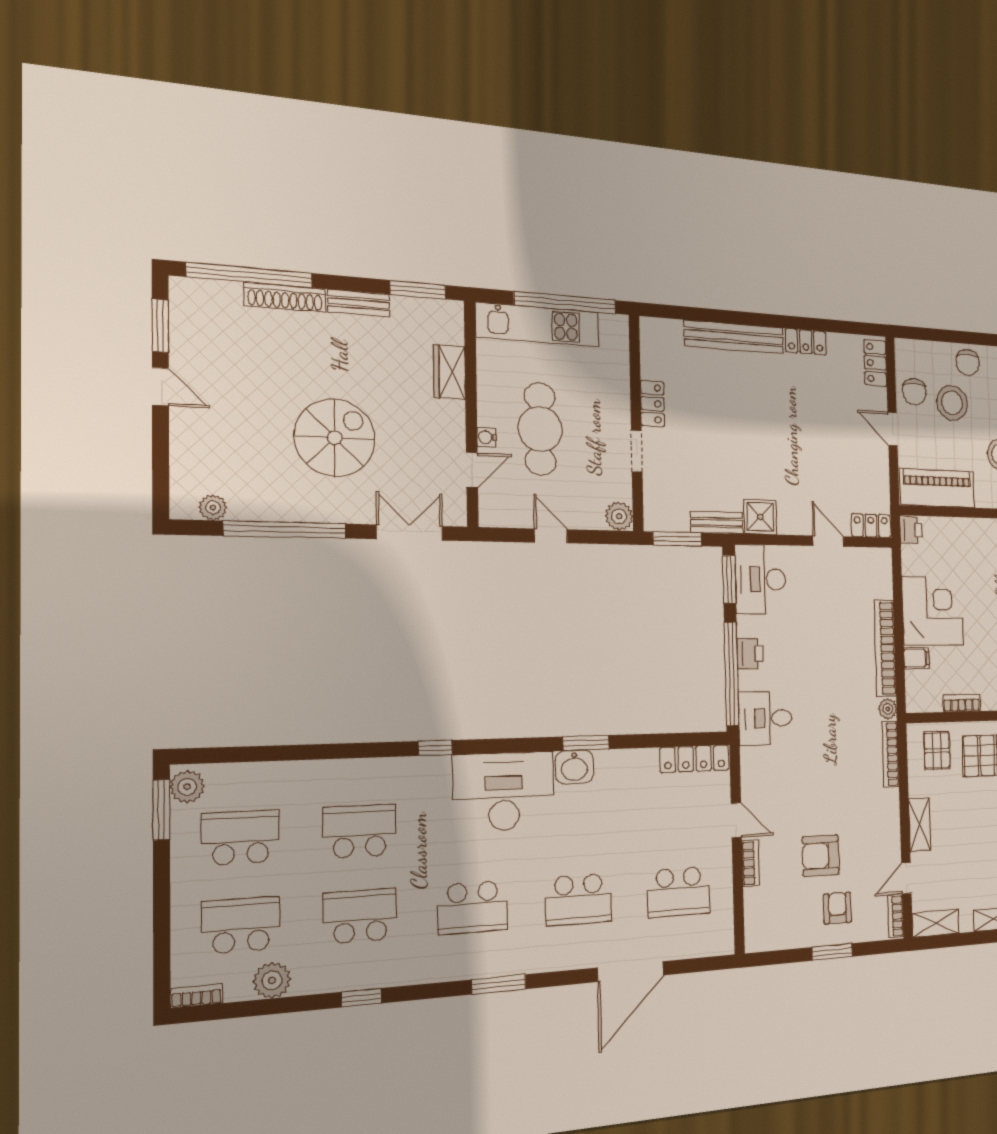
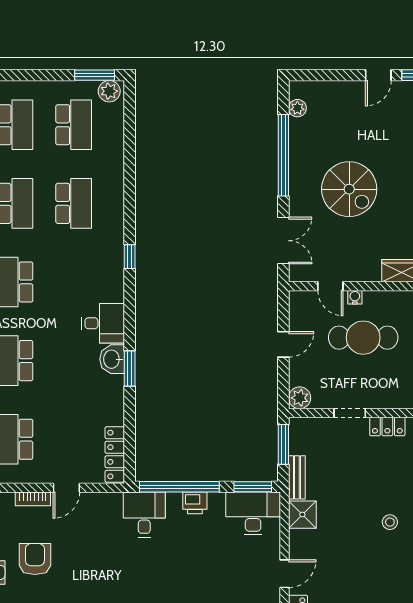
stool: (766, 407) -> (390, 522), added
desk: (504, 791) -> (103, 323), width x0.53, depth x0.77

